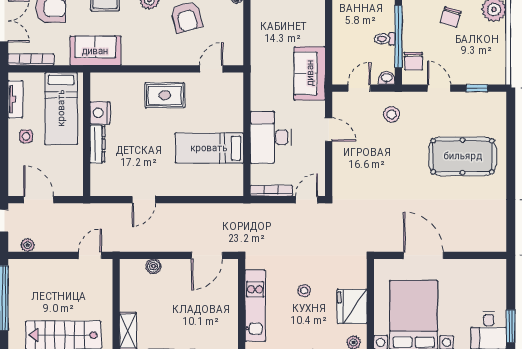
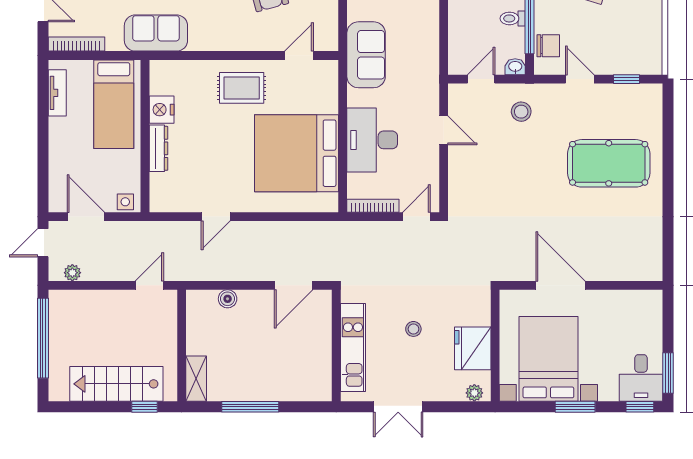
chair: (413, 61) -> (548, 46), turned -90
sofa: (310, 73) -> (366, 55), moved, turned 180
side table: (26, 136) -> (125, 202), moved
bed: (209, 148) -> (296, 153), width x2.04

